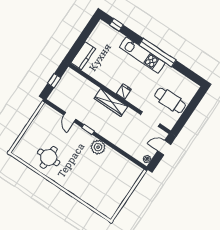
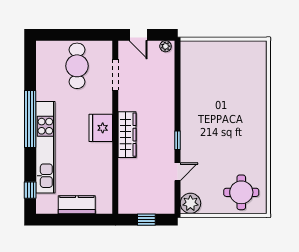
kitchen unit: (142, 55) -> (45, 147), width x1.36
kitchen counter: (83, 56) -> (77, 205), moved
fridge: (124, 92) -> (101, 128), width x1.88, depth x1.34
plant: (98, 147) -> (190, 203), moved
round table: (49, 157) -> (241, 192), moved

